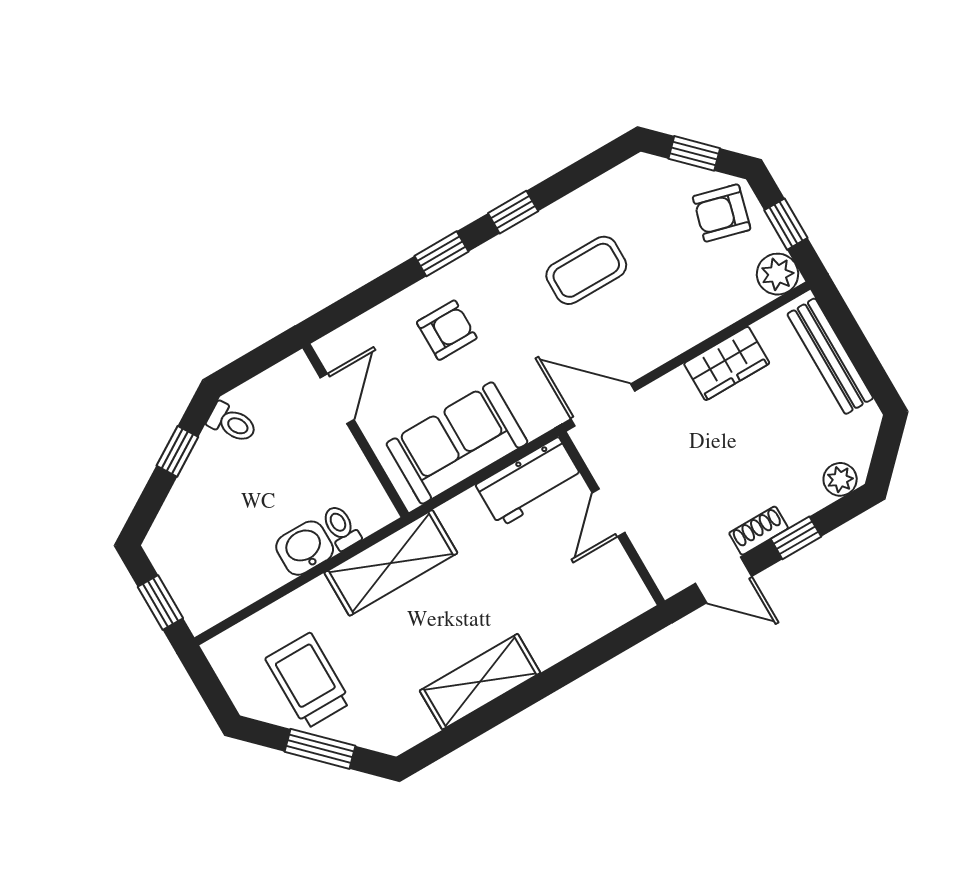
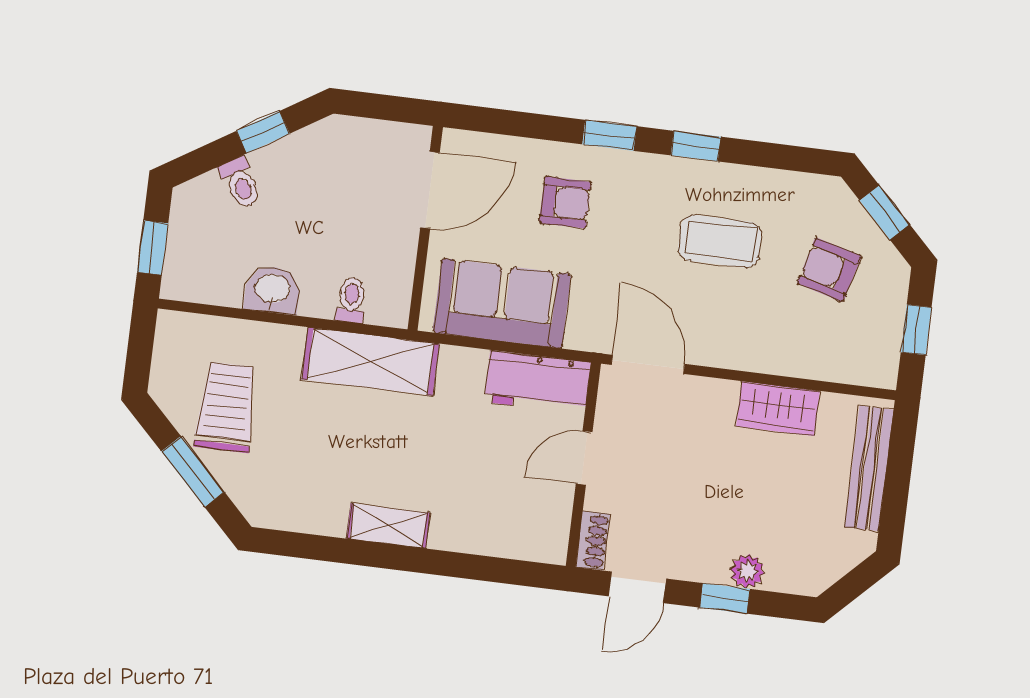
armchair: (722, 213) -> (829, 270), moved
plant: (778, 274) -> (877, 366), removed
door: (337, 399) -> (430, 190), width x1.38
toilet: (232, 423) -> (240, 183), moved
plant: (840, 479) -> (747, 571), moved
shoe rack: (759, 531) -> (593, 541), moved, turned 90
washbasin: (305, 548) -> (272, 290), moved
door: (724, 580) -> (638, 587), hinge flipped
shelving: (480, 682) -> (388, 526), width x0.67, depth x0.75

